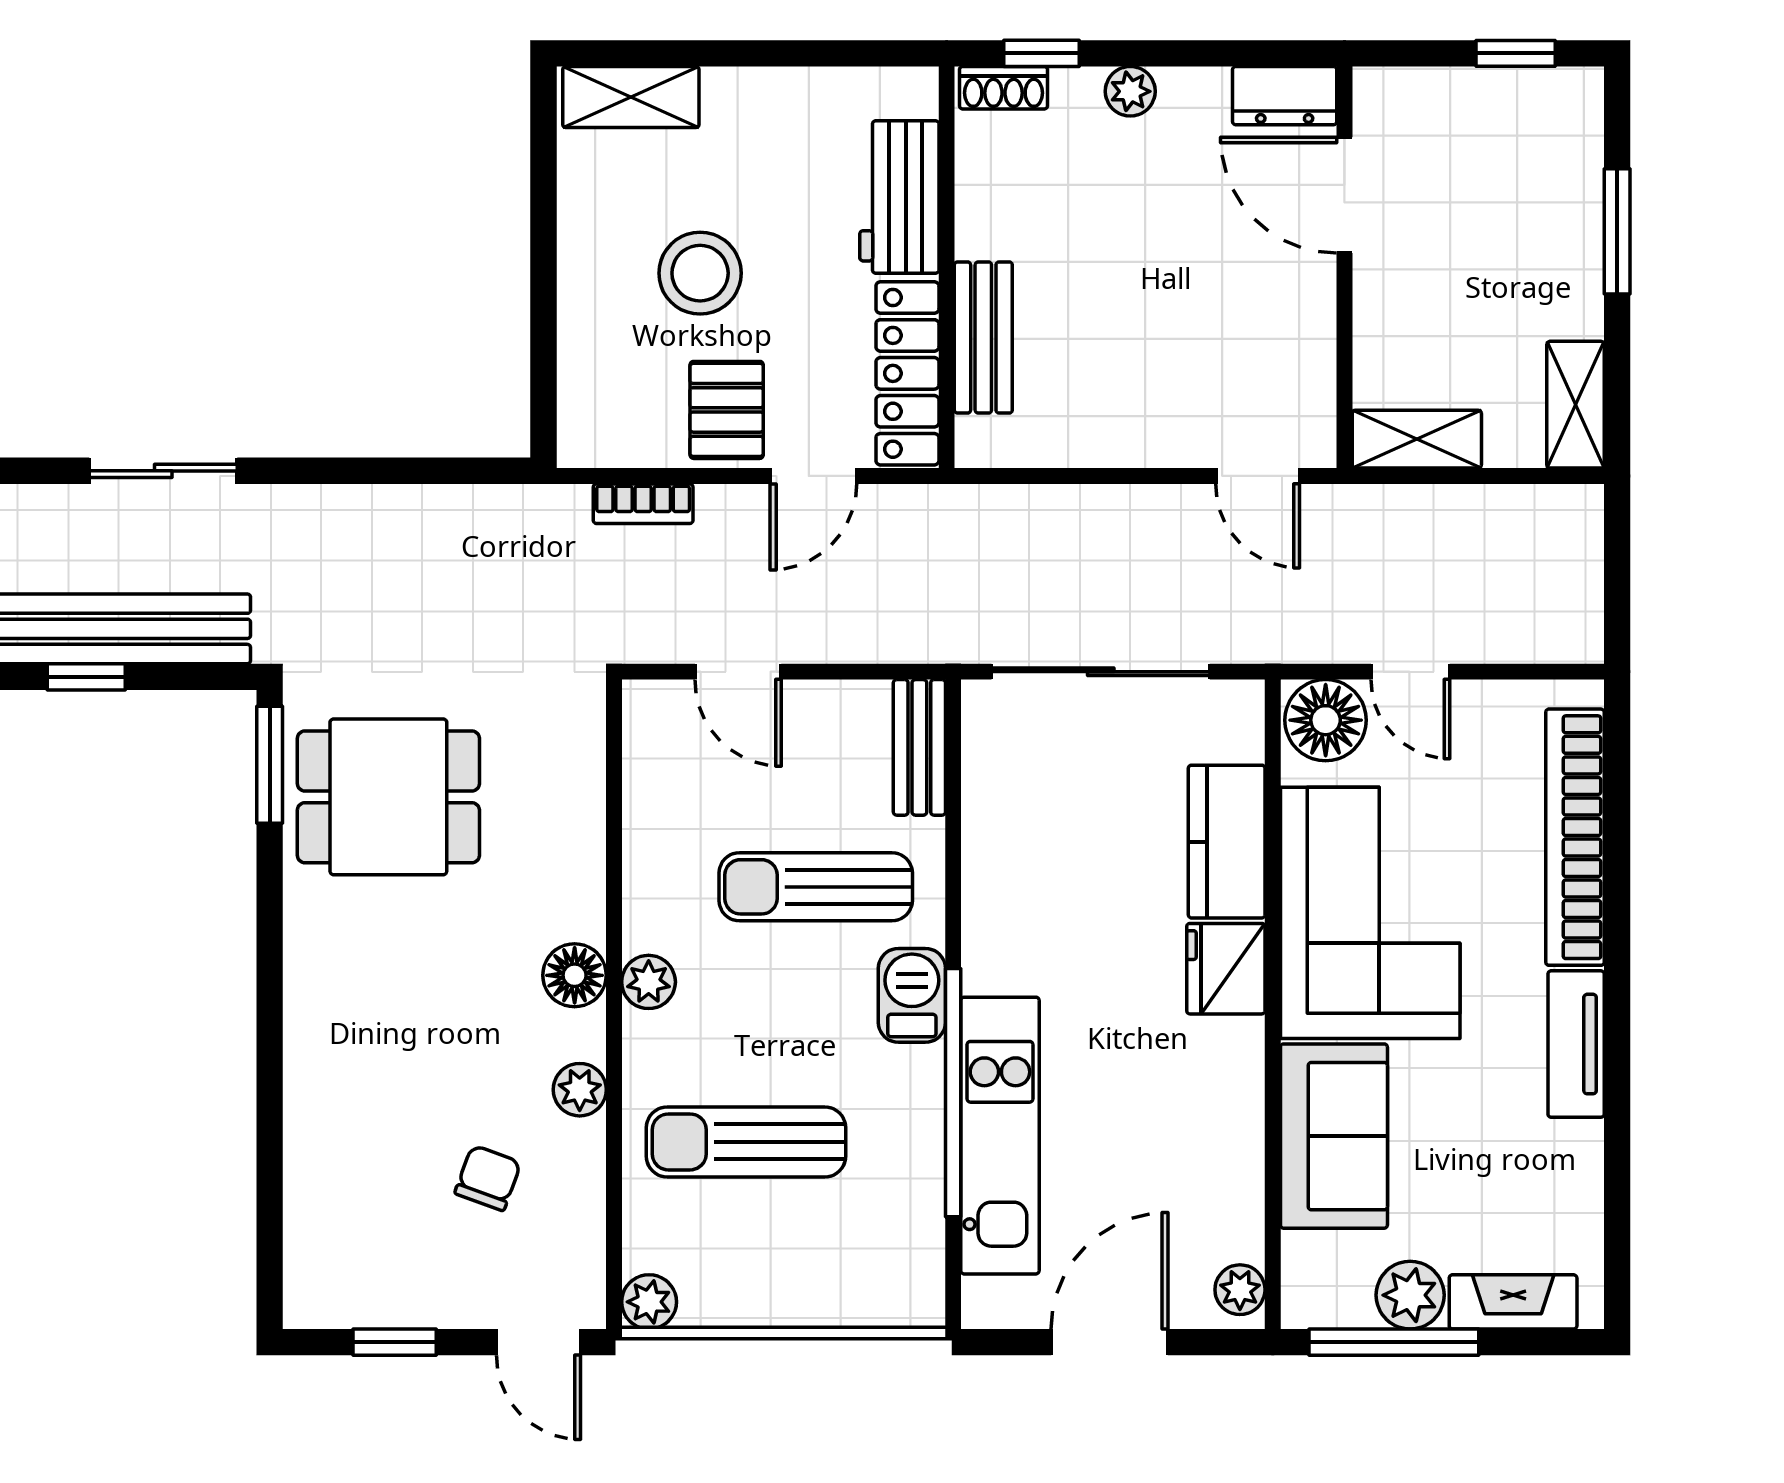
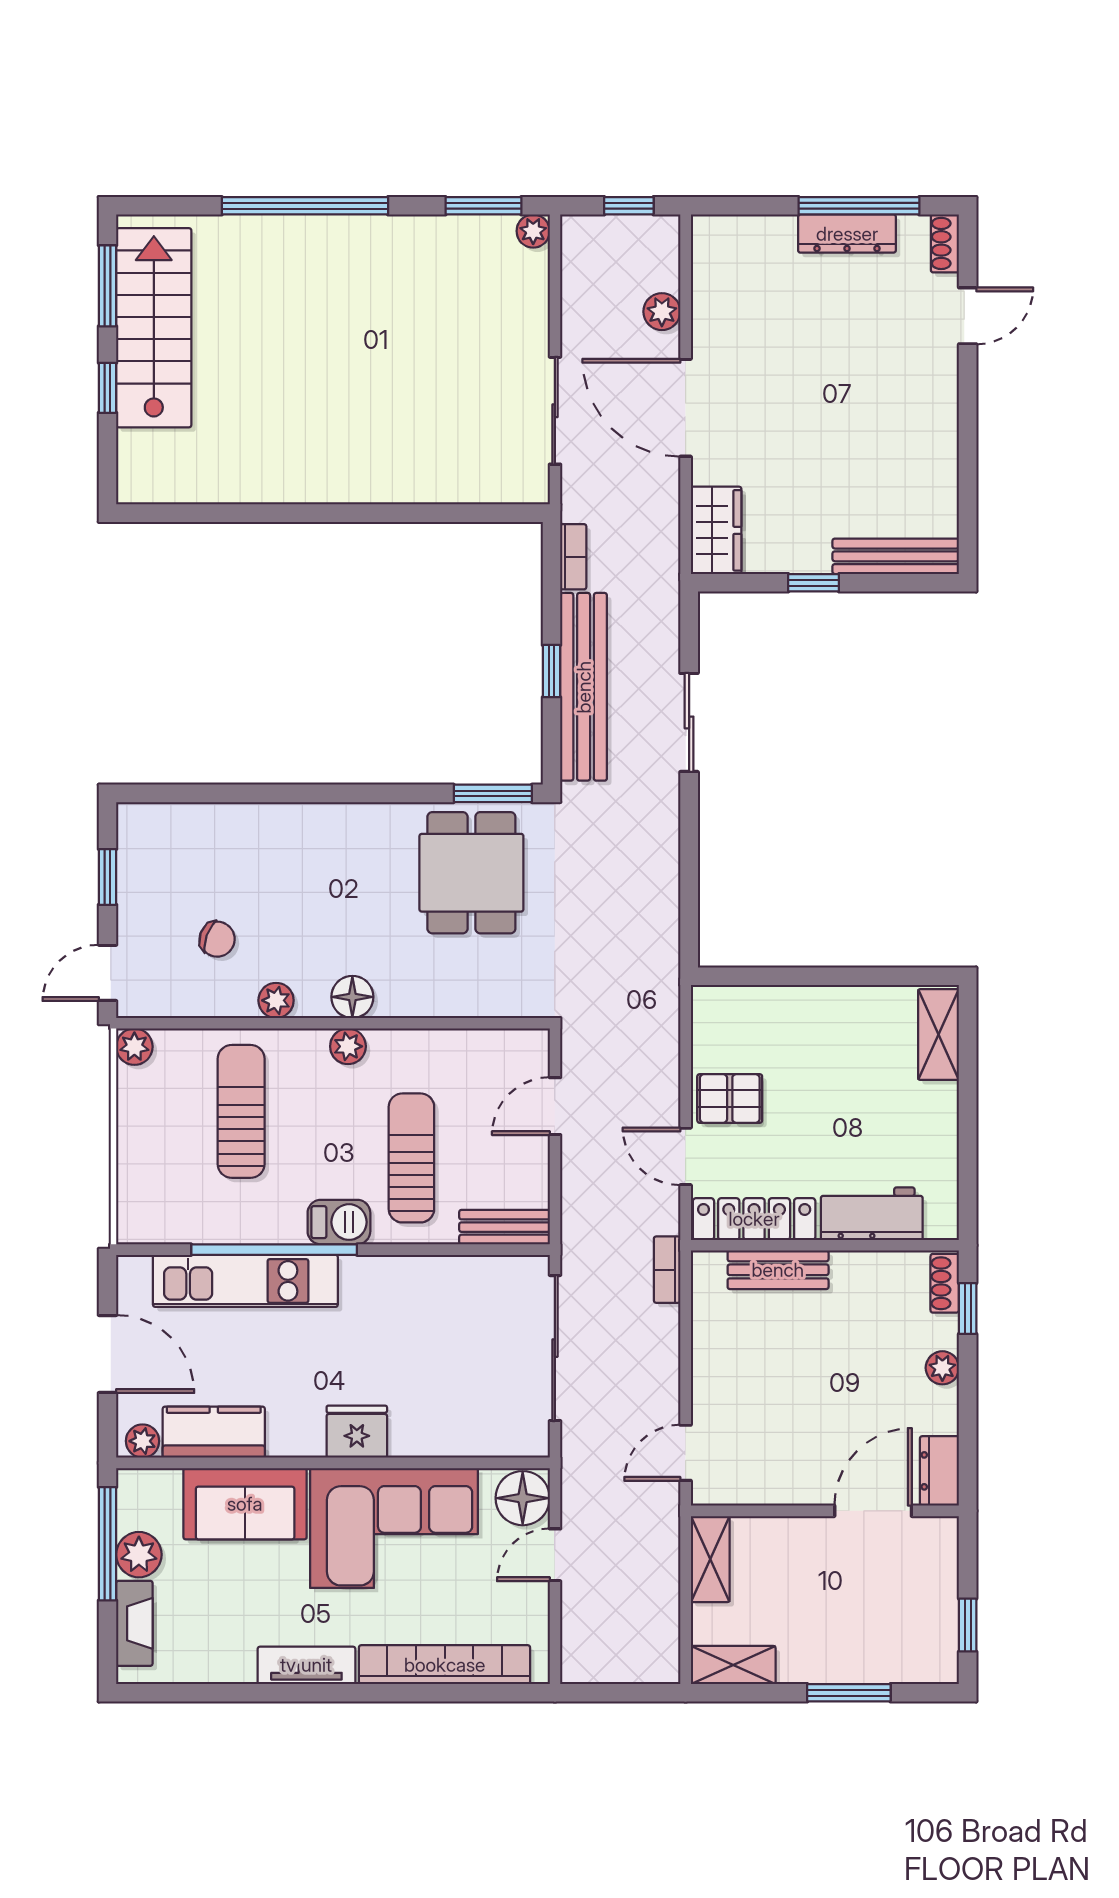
stool: (700, 273) -> (821, 1081), removed
bookcase: (643, 504) -> (667, 1270), moved
kitchen counter: (1227, 842) -> (214, 1432), moved

